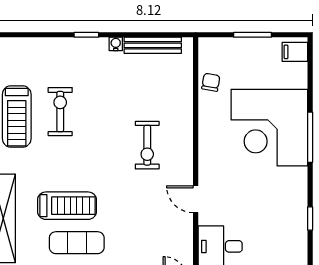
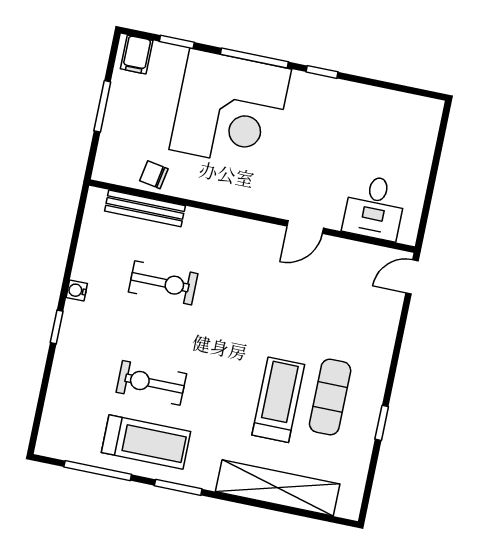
bench: (153, 45) -> (145, 208), moved, turned 90
window: (310, 79) -> (177, 42), added
exercise bike: (147, 145) -> (163, 283), moved
window: (310, 218) -> (322, 72), moved

